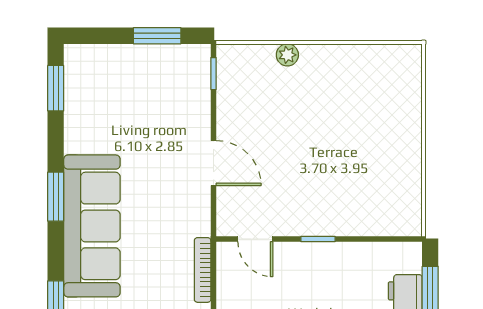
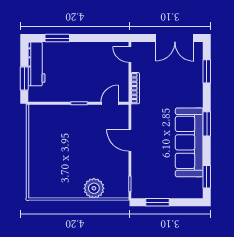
plant: (287, 55) -> (94, 188), width x1.88, depth x1.88
sofa: (92, 226) -> (189, 142), moved
door: (255, 239) -> (110, 103), hinge flipped

